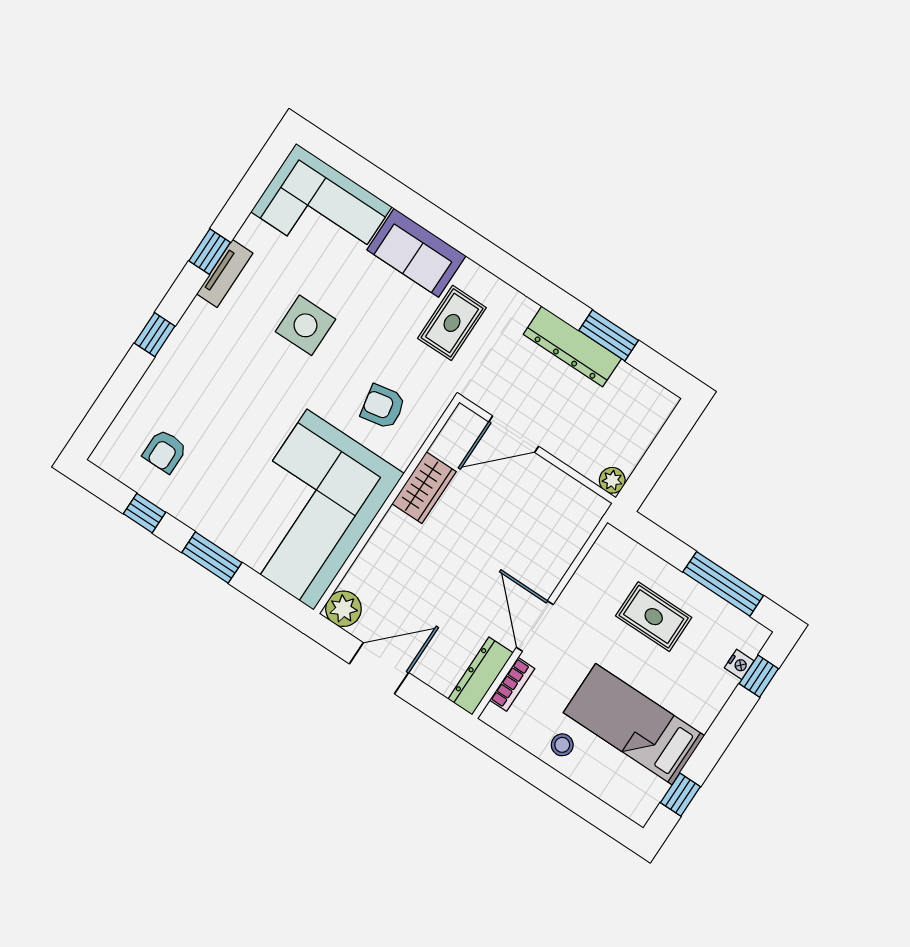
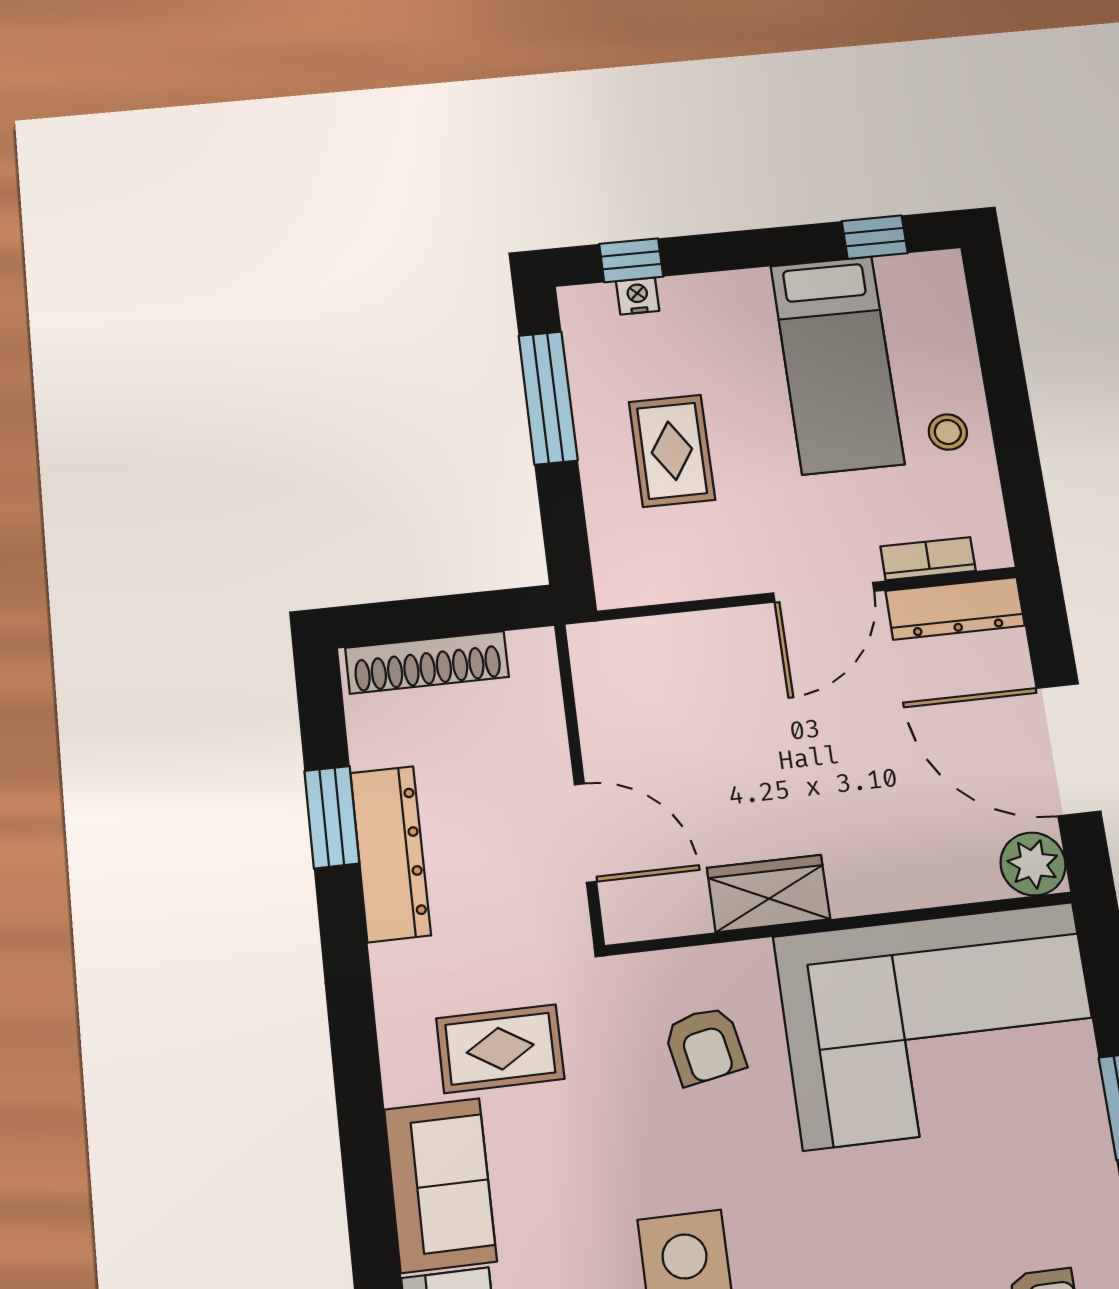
shoe rack: (644, 431) -> (427, 662), added
plant: (612, 480) -> (534, 650), removed
door: (379, 668) -> (1068, 749), width x1.36

